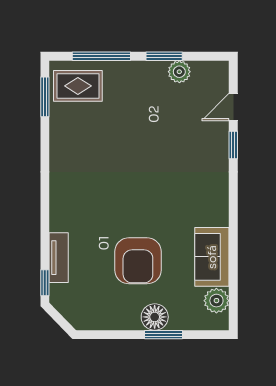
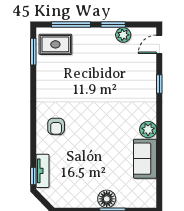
door: (233, 107) -> (159, 44), moved
tv unit: (59, 258) -> (43, 171), moved
armchair: (138, 261) -> (56, 126), moved, width x0.53, depth x0.53
plant: (216, 301) -> (148, 130), moved

